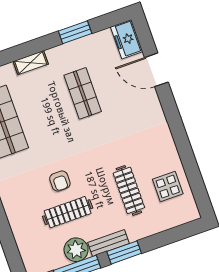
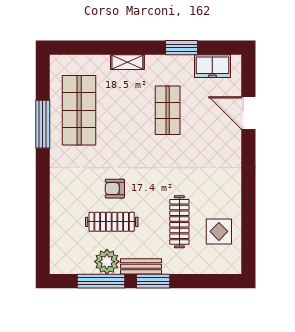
freezer: (127, 39) -> (212, 66), moved, turned -90
armchair: (60, 181) -> (115, 189), turned 90

